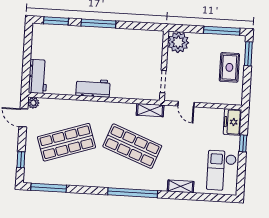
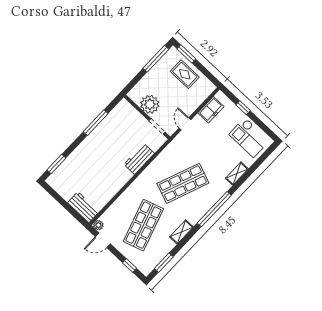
window: (98, 23) -> (96, 123), moved
plant: (178, 42) -> (150, 104), moved
workbench: (93, 88) -> (139, 159), moved
door: (186, 104) -> (185, 124), swing flipped
shelving: (150, 110) -> (181, 232), moved
freezer: (232, 122) -> (211, 110), moved, turned -90
window: (49, 188) -> (164, 263), width x0.69

